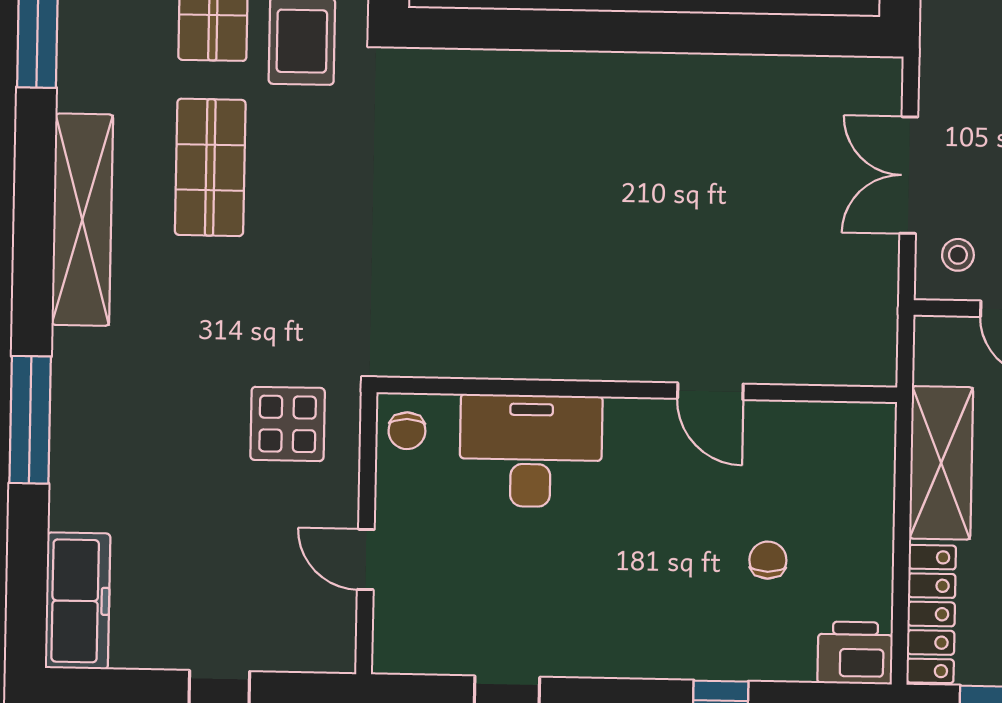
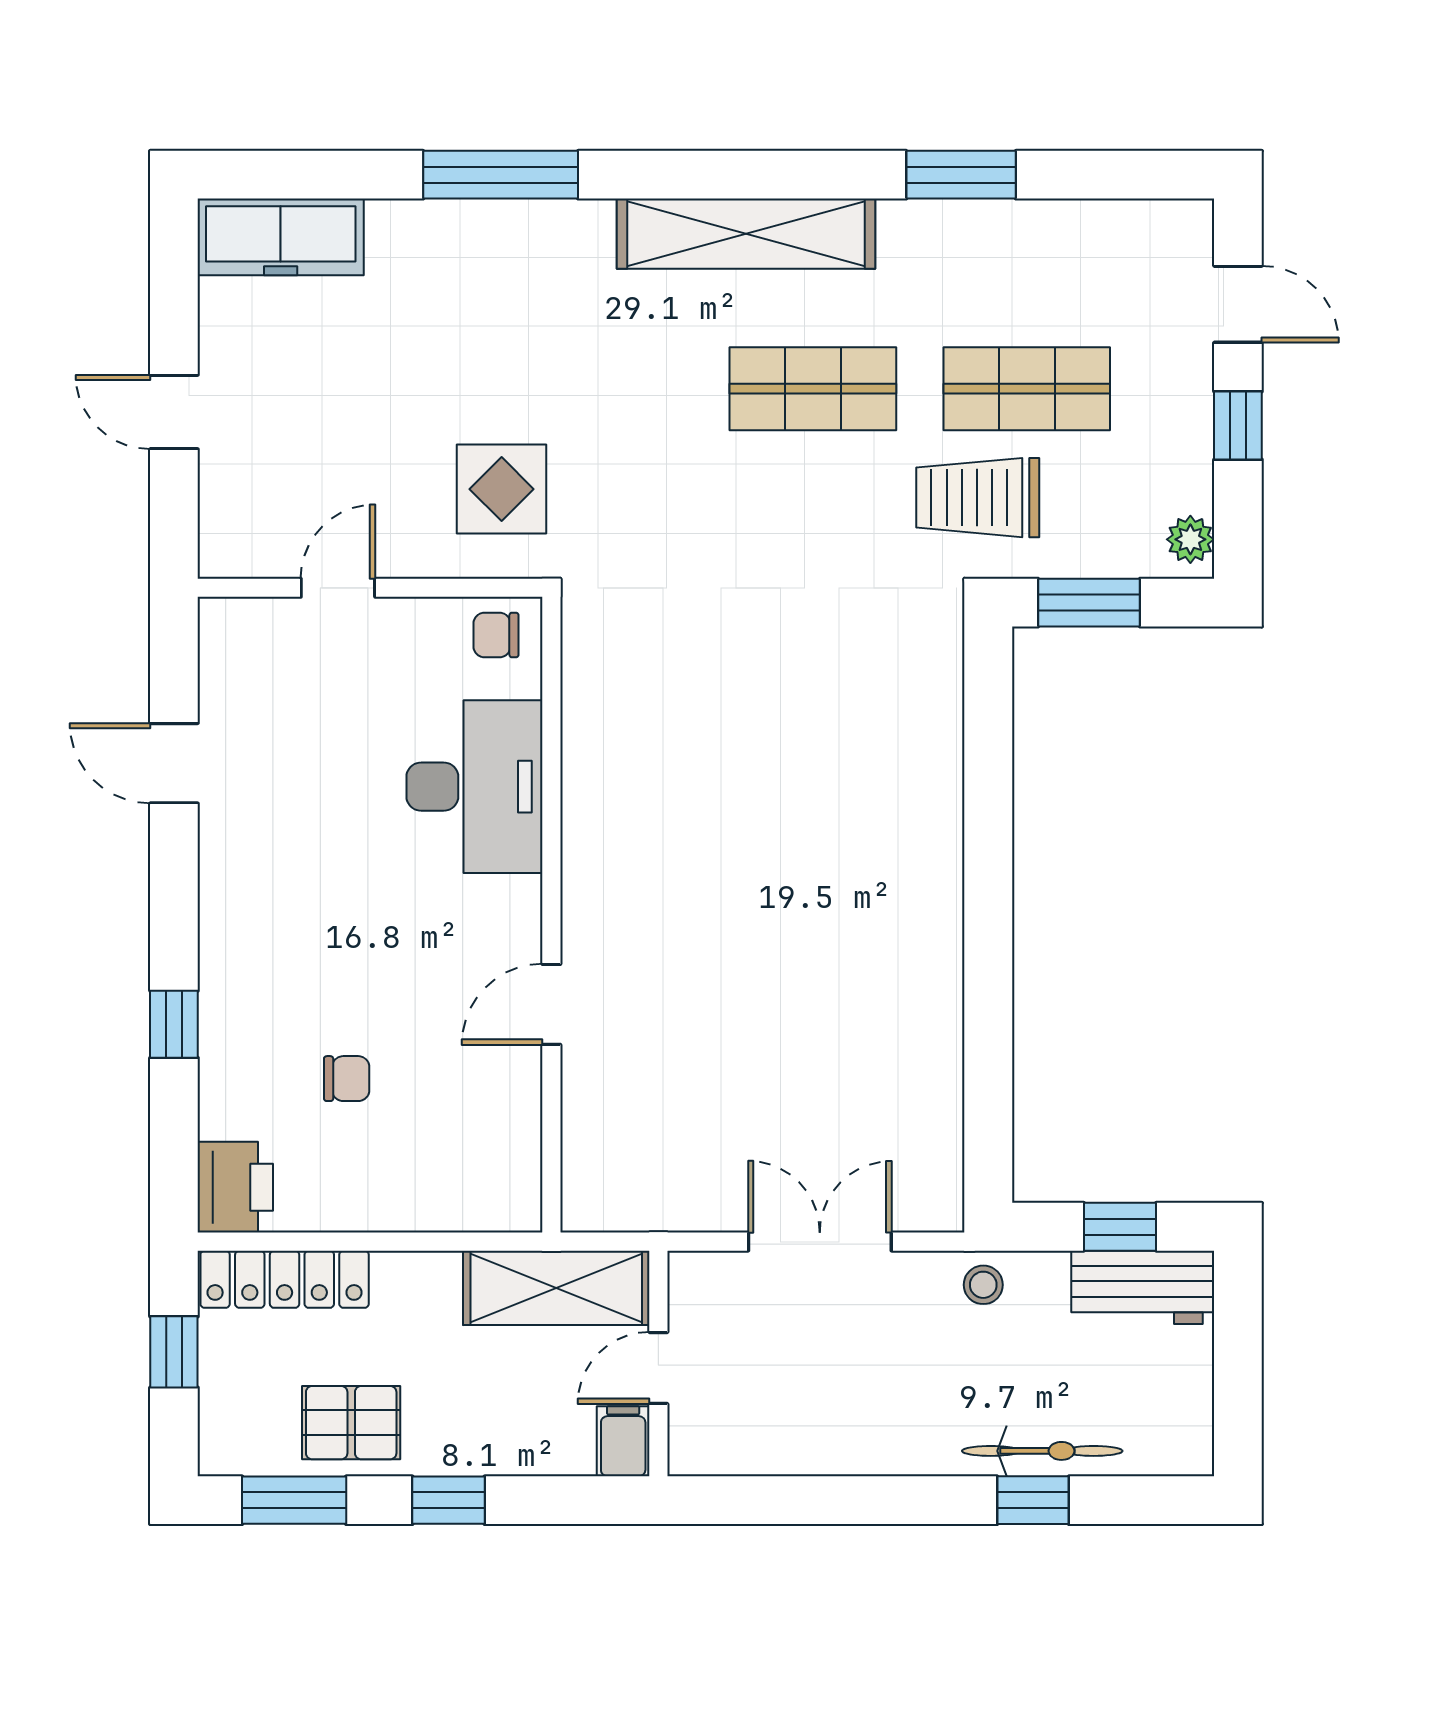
stool: (958, 255) -> (983, 1285), moved
shelving: (941, 463) -> (556, 1288), moved

